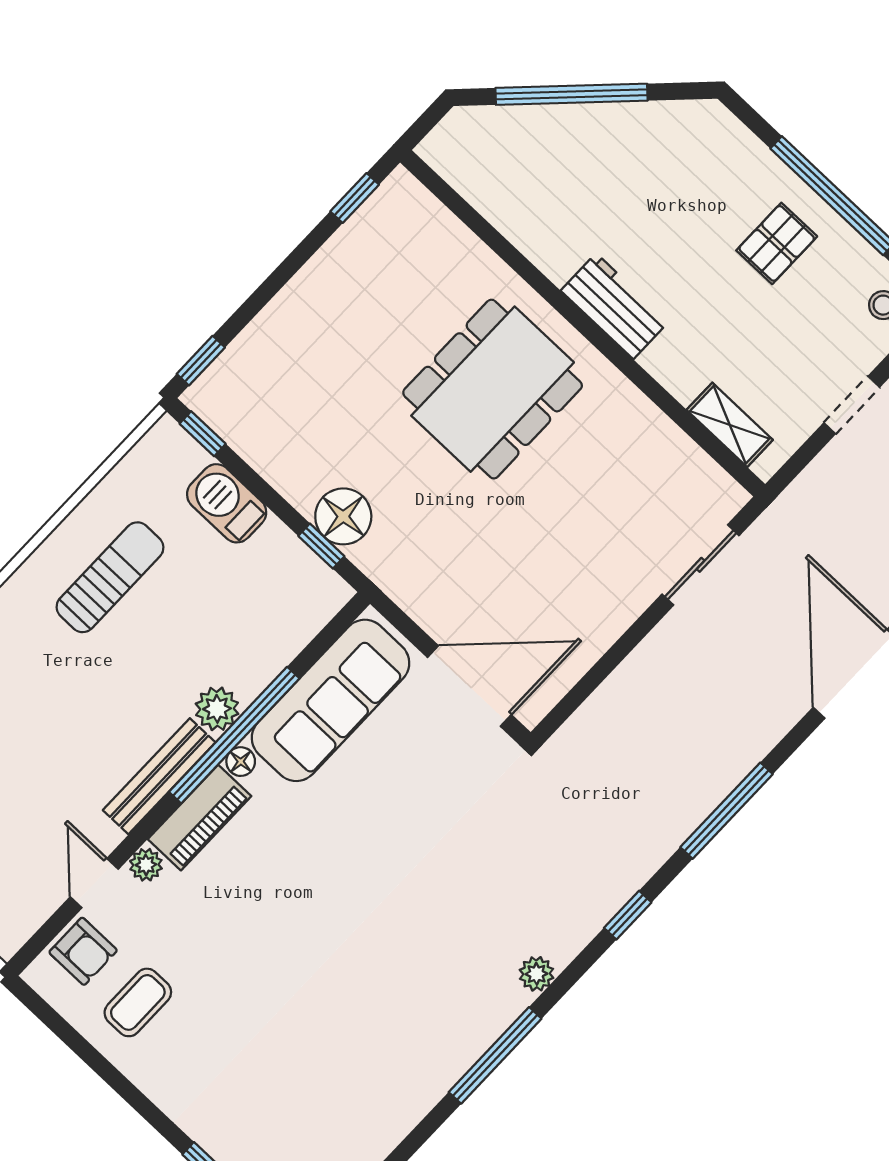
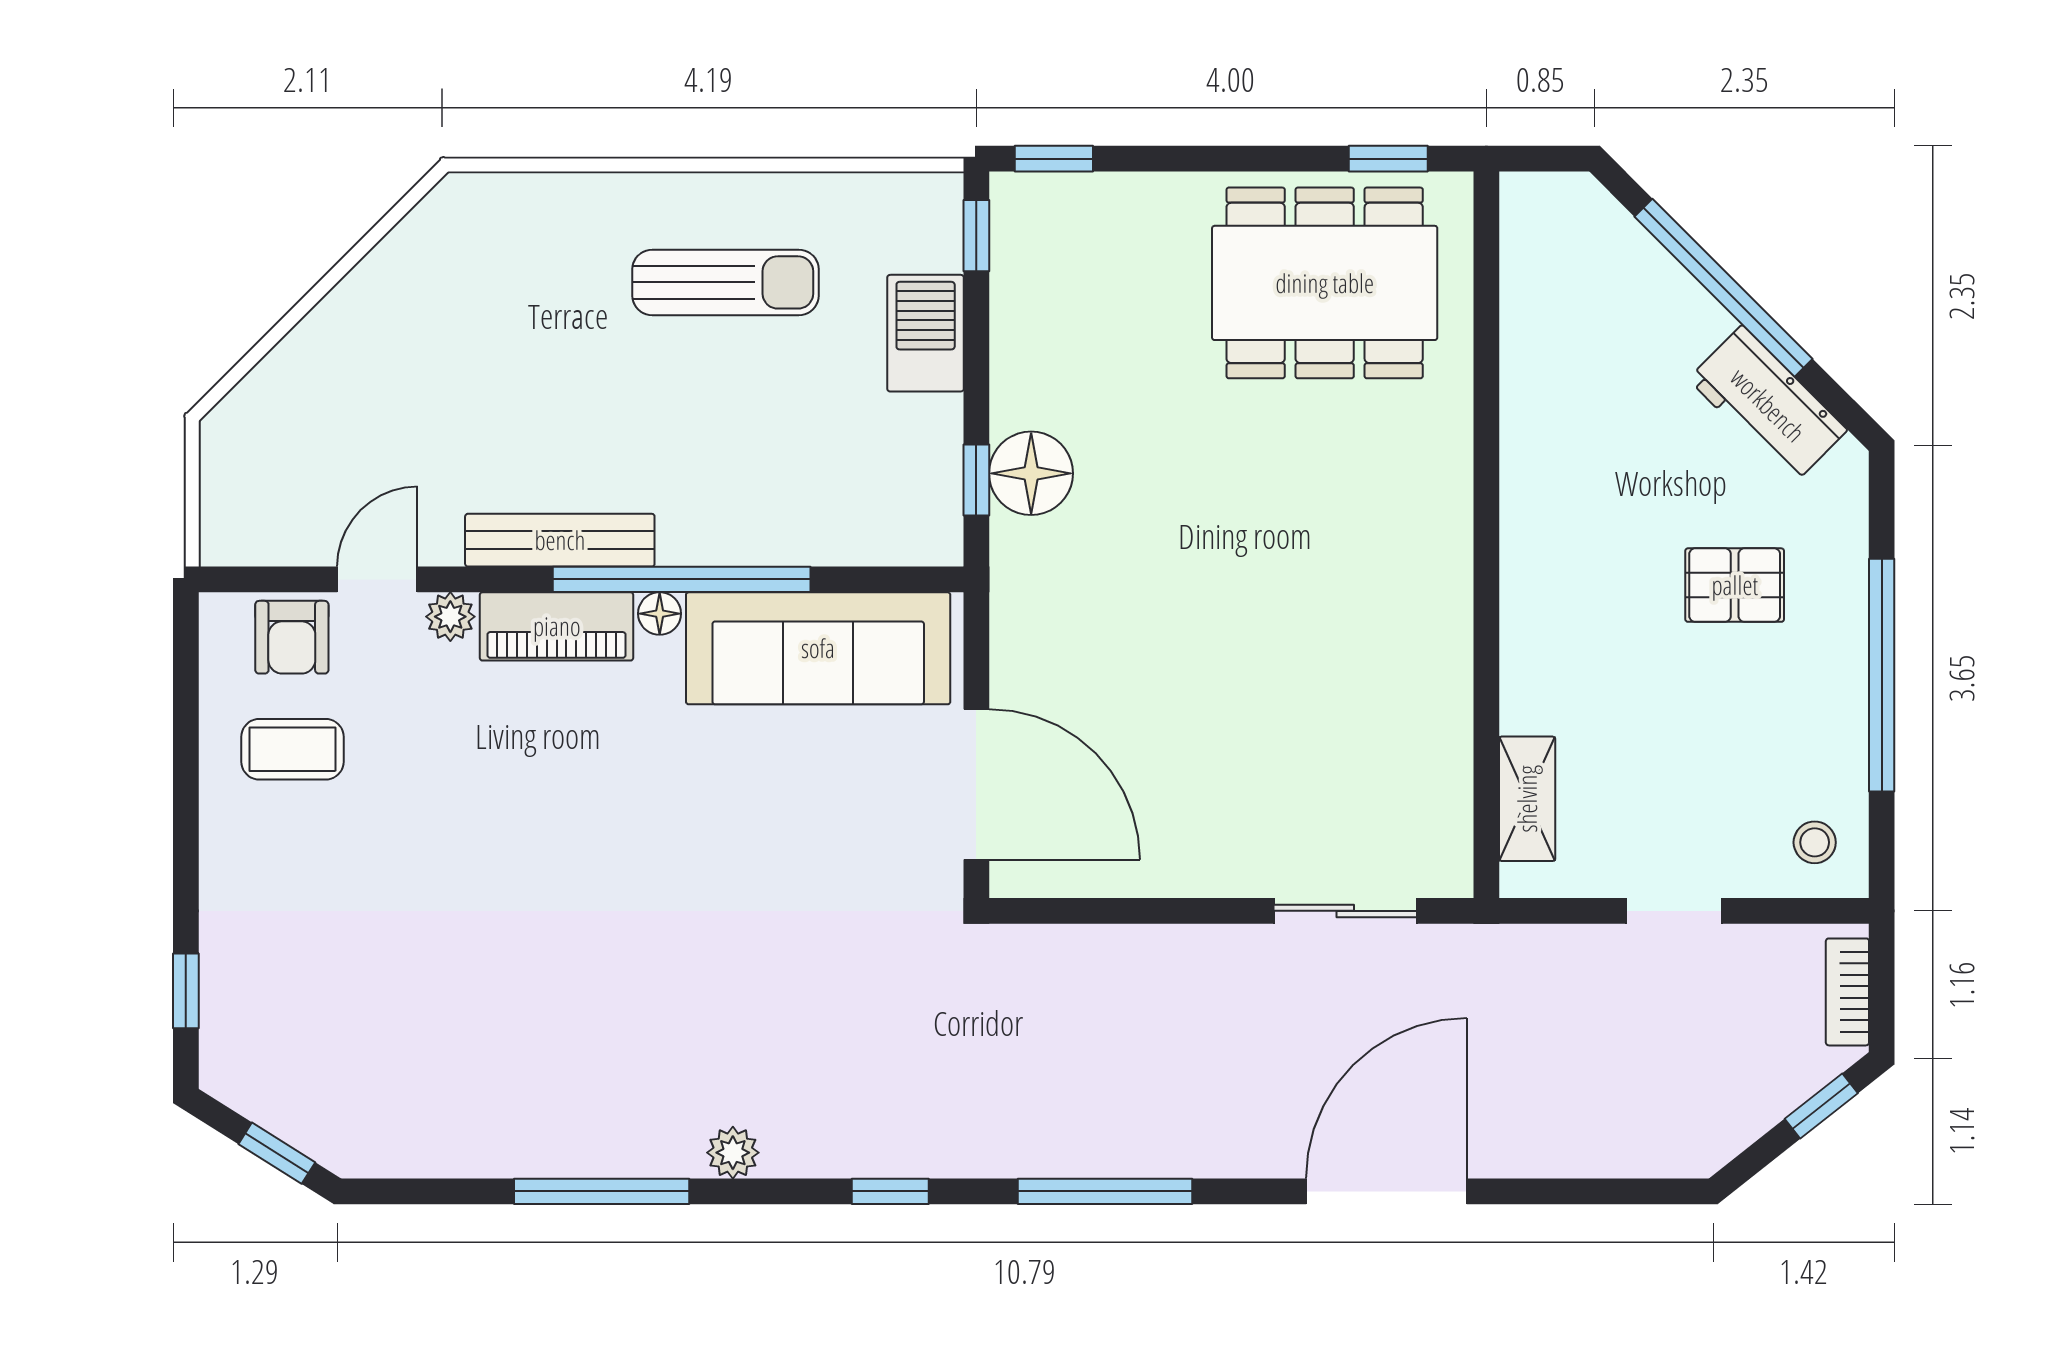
pallet: (777, 243) -> (1735, 585), moved
workbench: (615, 306) -> (1768, 405), moved, turned 135
dining table: (493, 389) -> (1325, 283), moved
plant: (217, 709) -> (693, 534), removed

